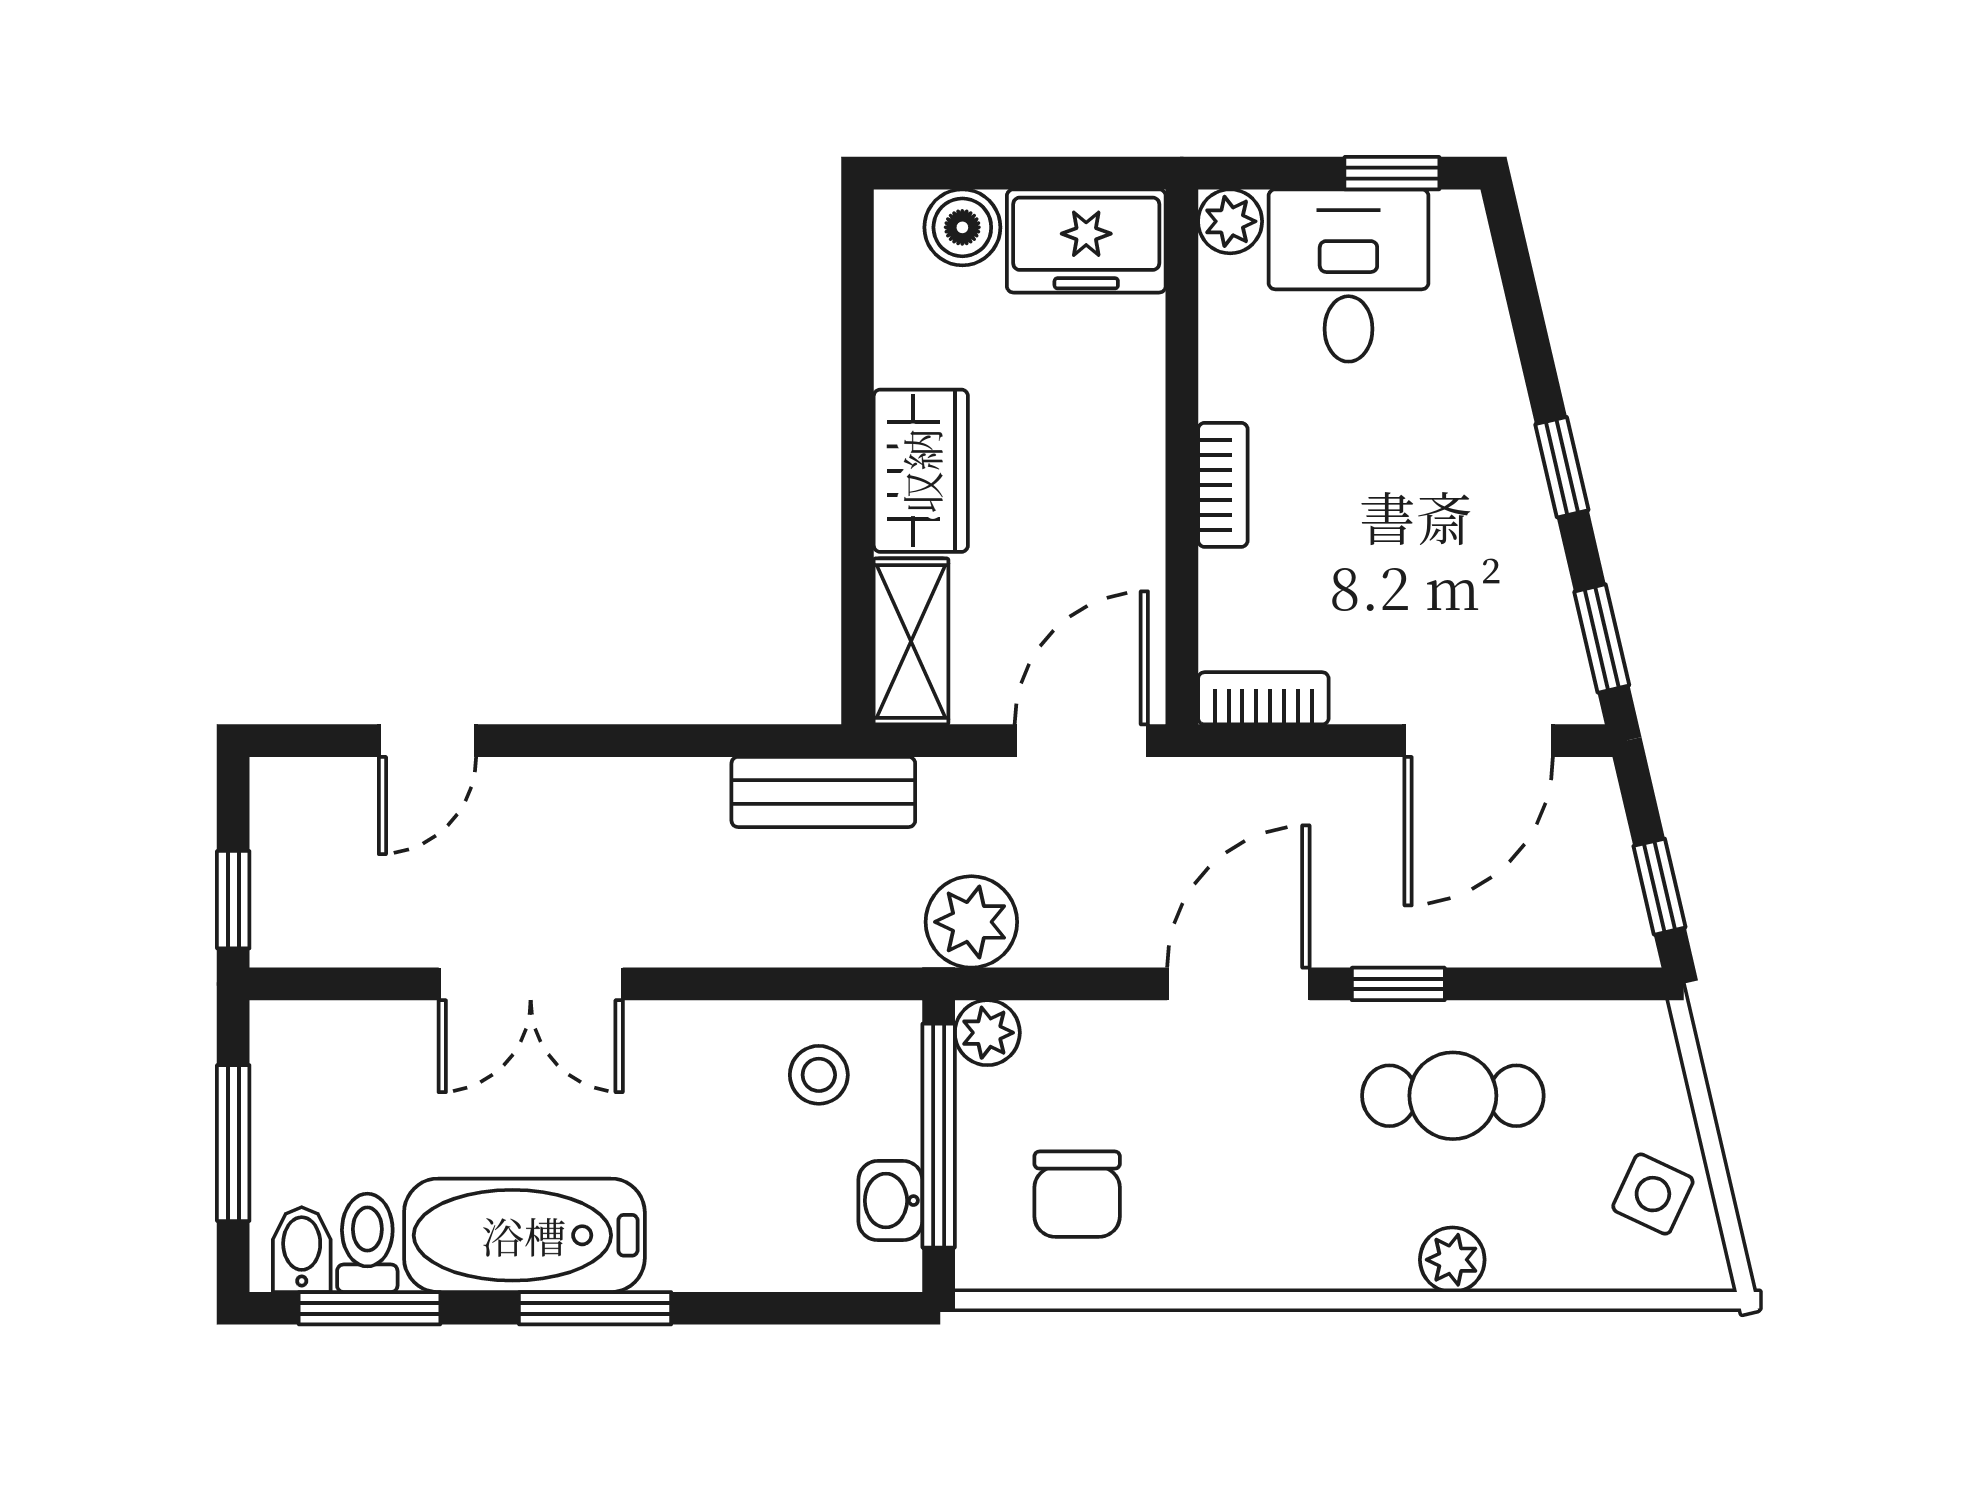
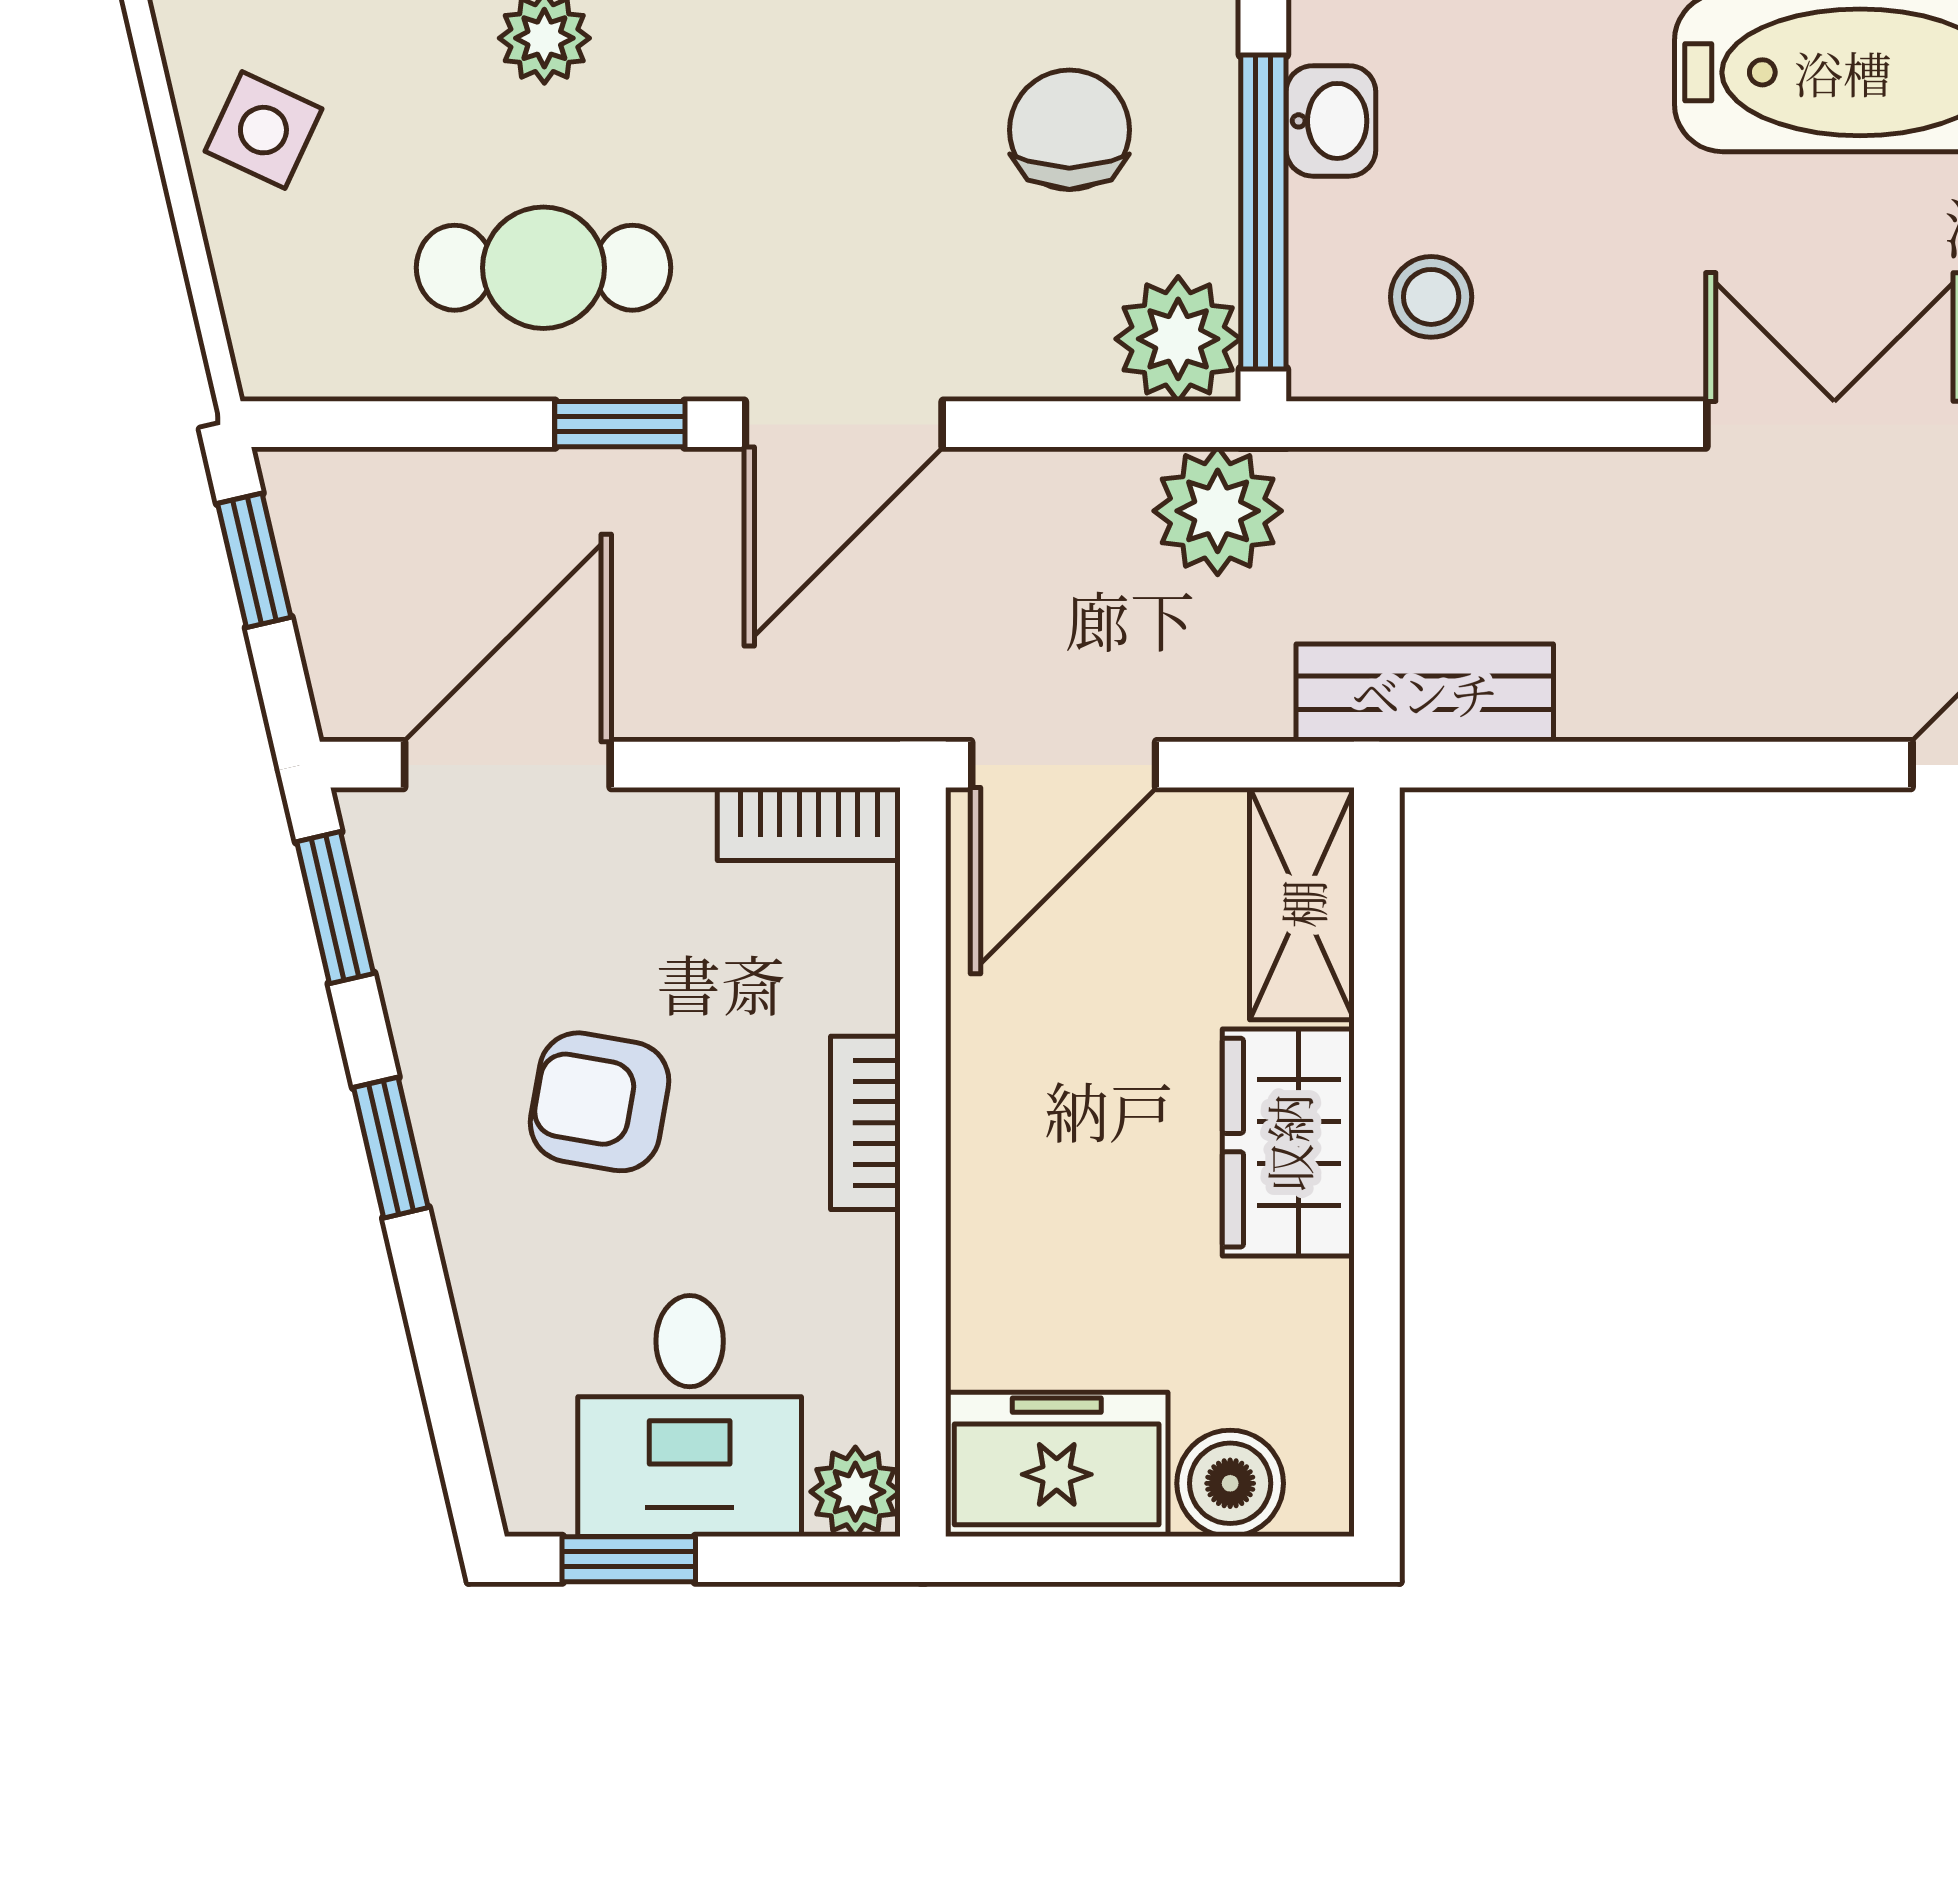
armchair: (1413, 500) -> (600, 1102), added
plant: (987, 1033) -> (1178, 339), width x1.38, depth x1.38

